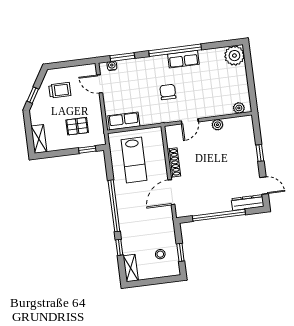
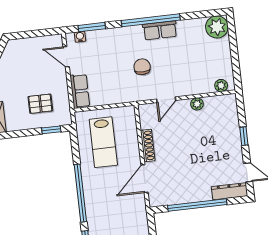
trolley: (60, 90) -> (22, 63), removed
row of seats: (124, 121) -> (80, 91), moved, turned 90

